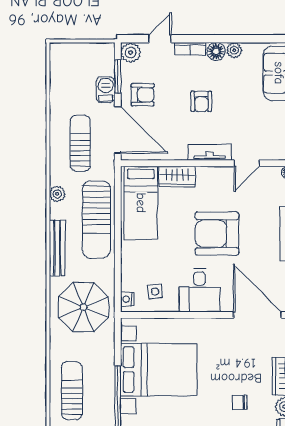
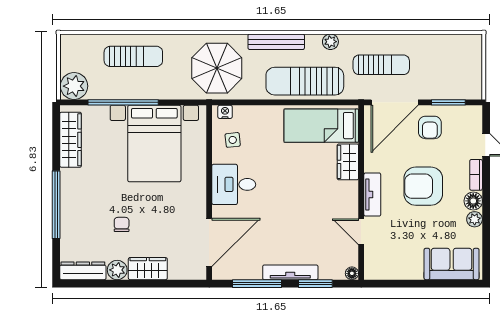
plant: (131, 53) -> (472, 115), removed
barbecue: (106, 90) -> (435, 90), removed
armchair: (201, 101) -> (423, 186), width x1.88, depth x1.88
armchair: (217, 234) -> (291, 202), removed

